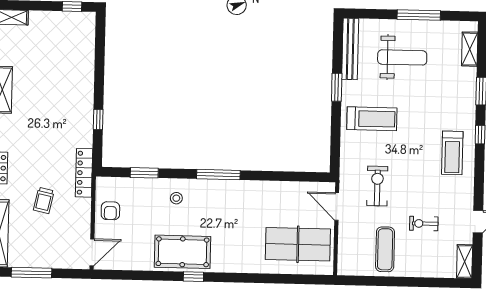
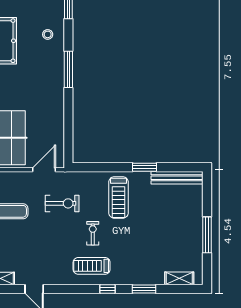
weight bench: (402, 57) -> (171, 222), removed
exercise bike: (424, 224) -> (93, 233), moved

